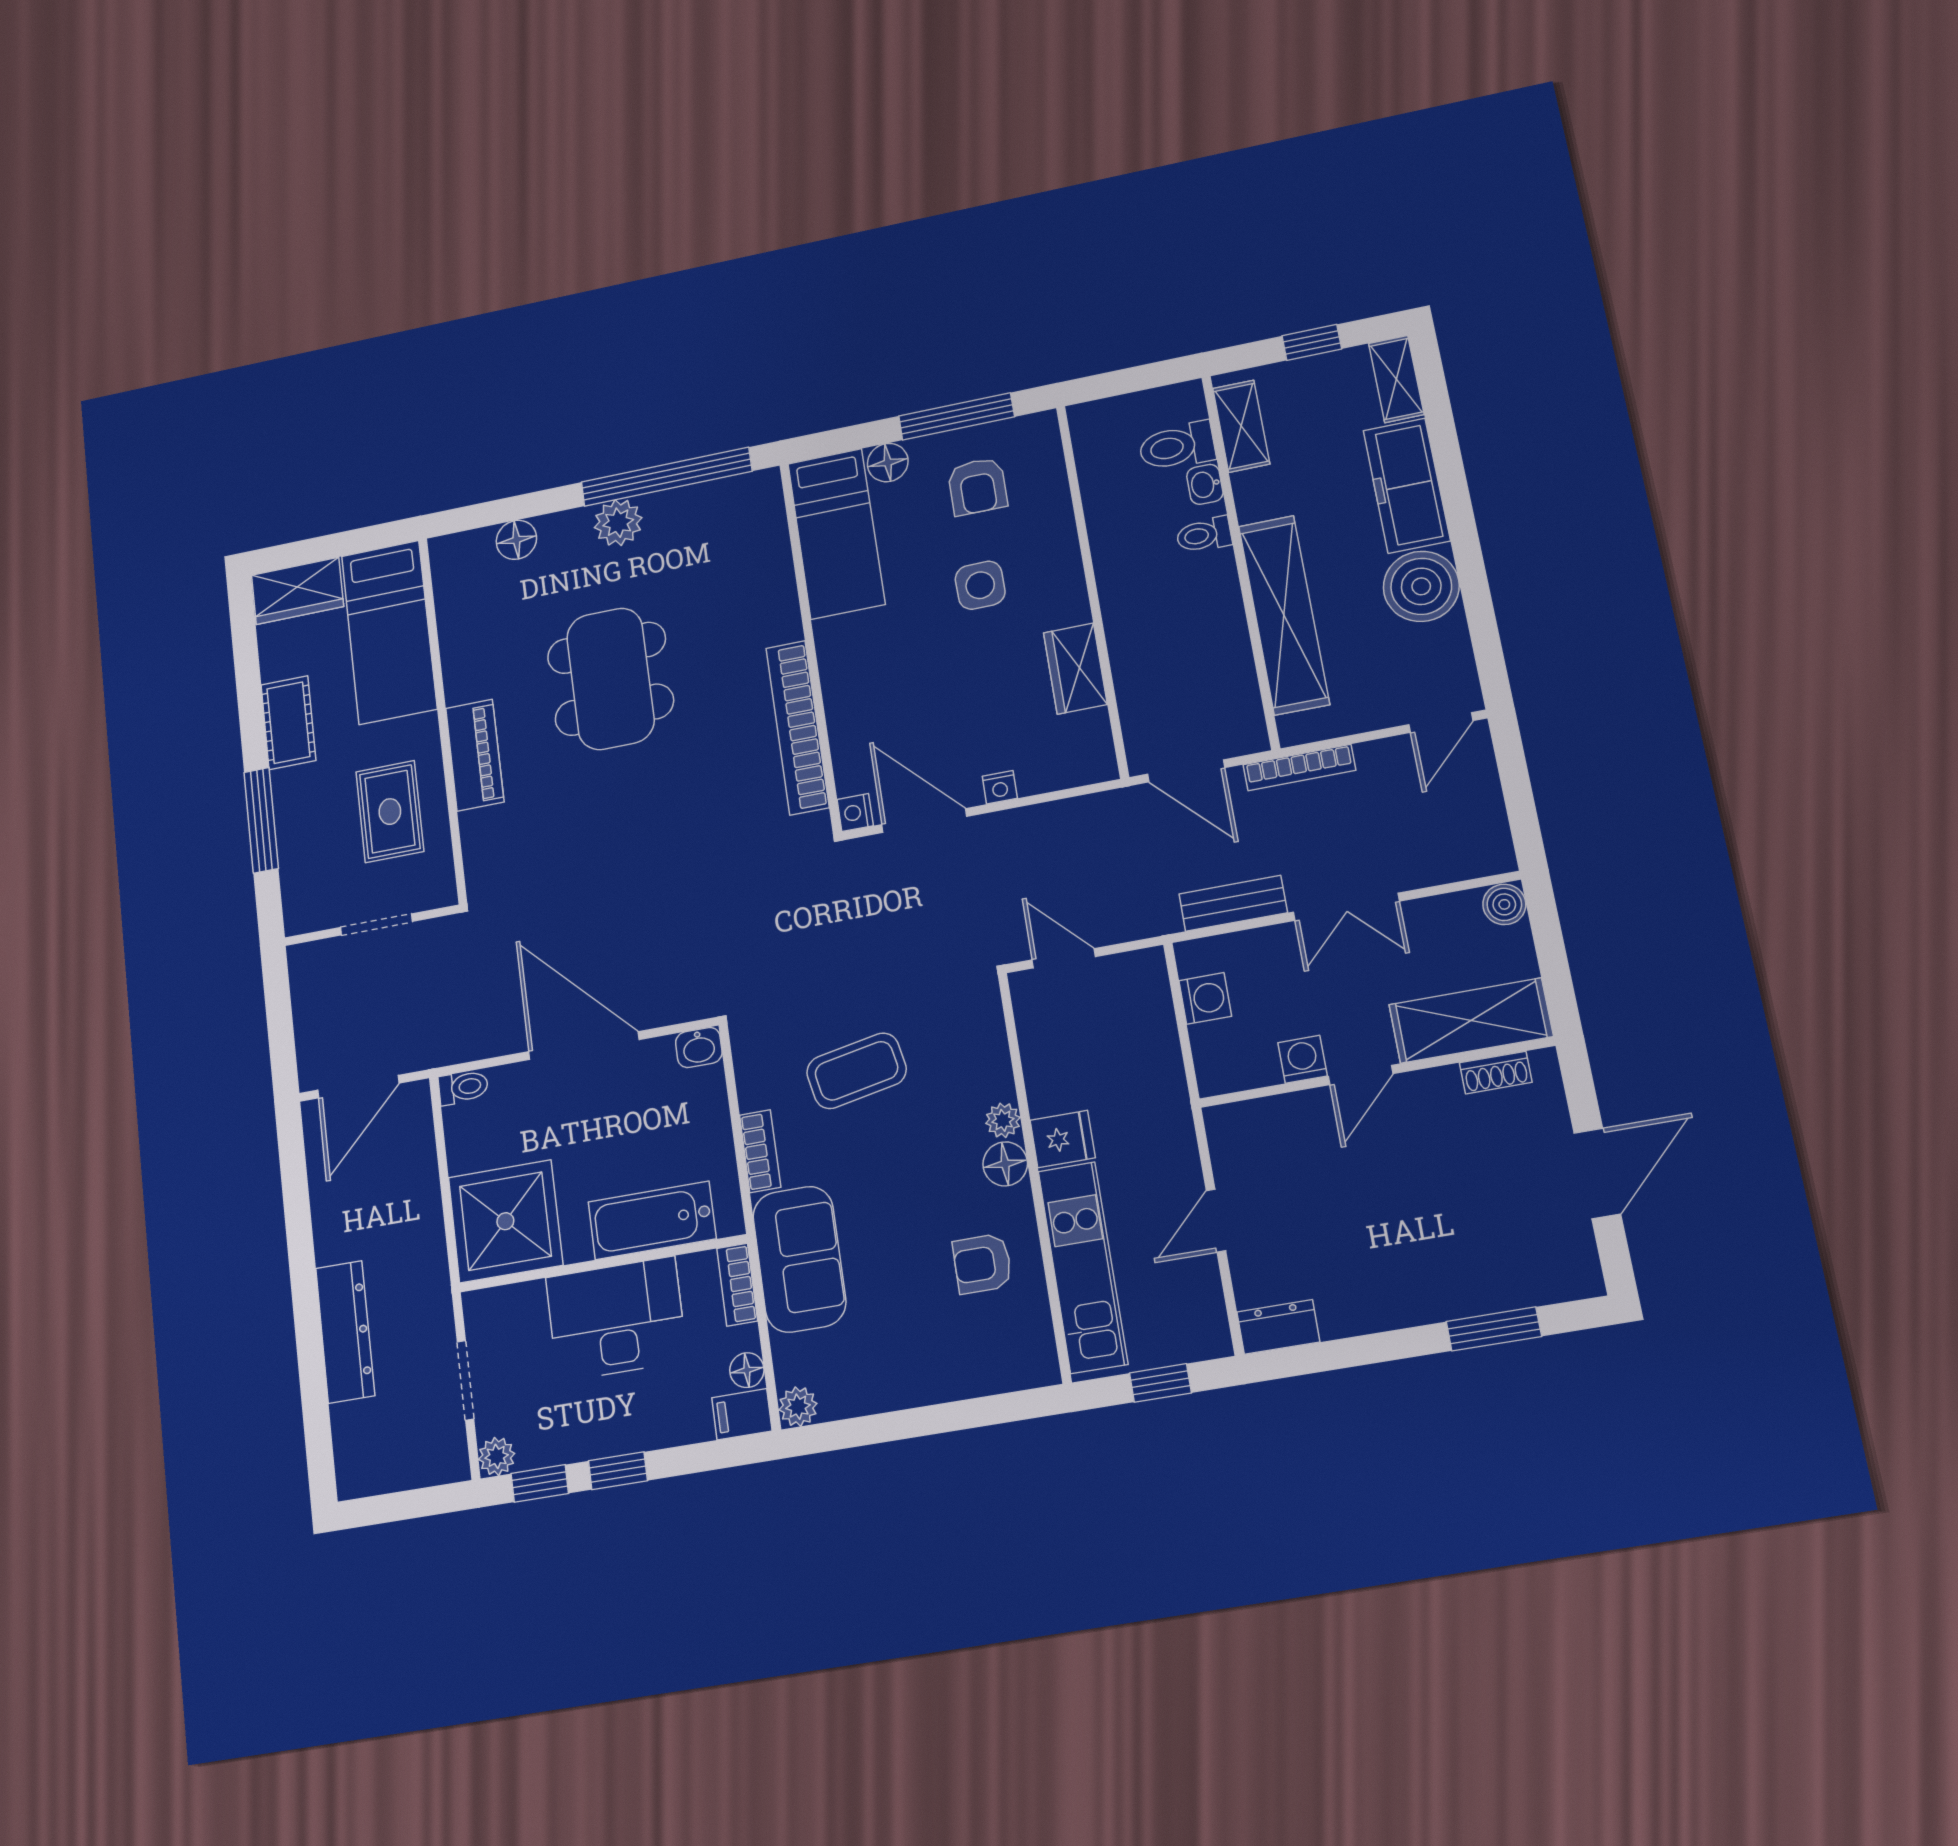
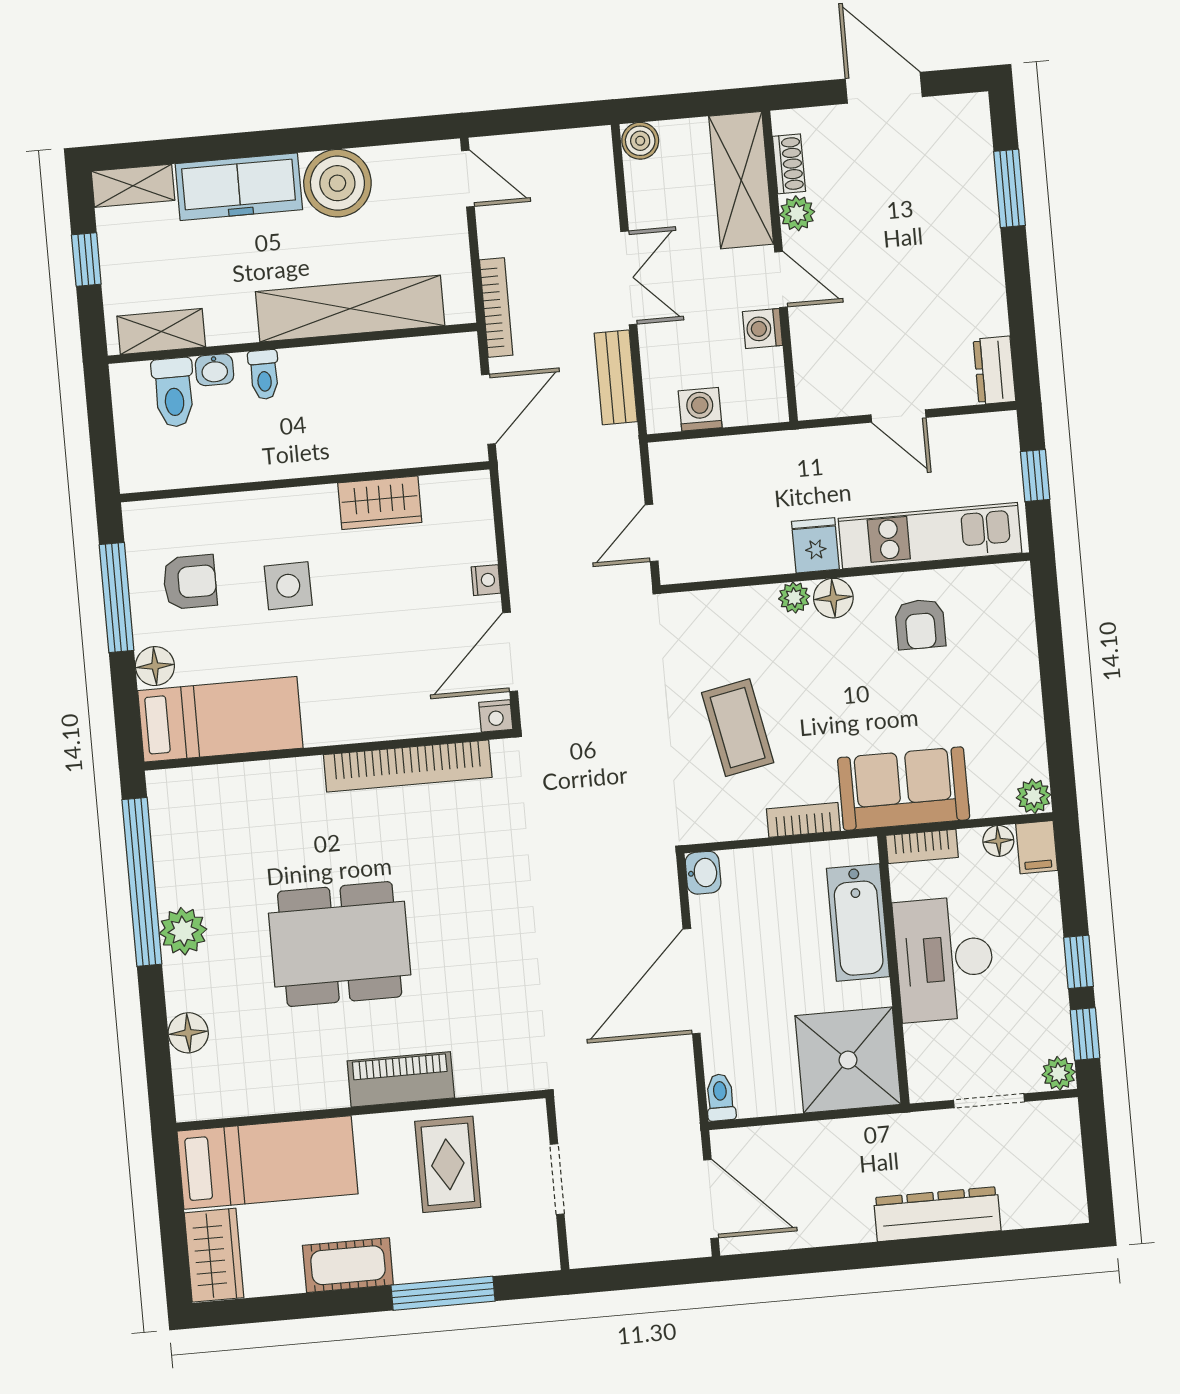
rug: (390, 812) -> (448, 1164), turned 90
plant: (1439, 1087) -> (797, 213), added

